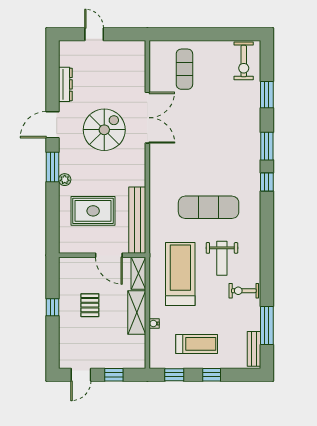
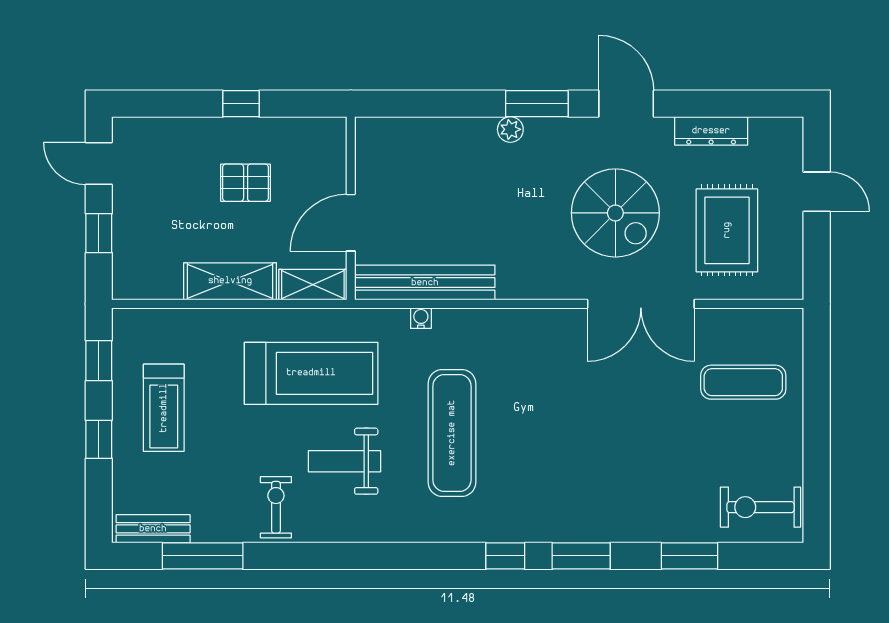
door: (94, 34) -> (817, 192), hinge flipped
rug: (93, 211) -> (727, 230), moved
water cooler: (154, 323) -> (421, 318), moved

